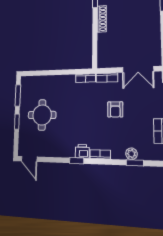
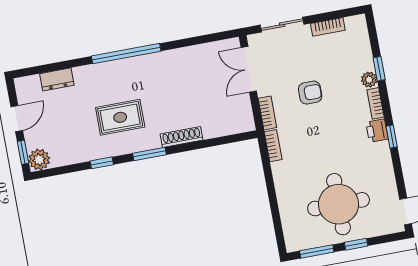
double door: (138, 69) -> (249, 69), swing flipped
round table: (42, 115) -> (339, 204), width x1.36, depth x1.36
plant: (131, 154) -> (369, 80), moved
window: (135, 163) -> (379, 69), moved

